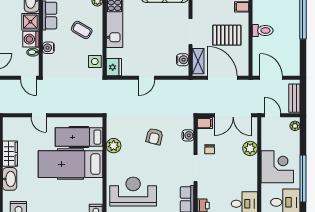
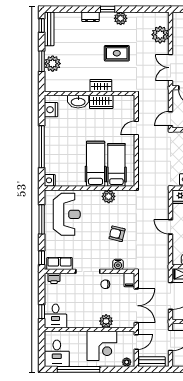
double door: (233, 115) -> (136, 306), swing flipped
hospital bed: (71, 164) -> (96, 164), width x0.73, depth x0.78
corner desk: (277, 167) -> (102, 346), moved

